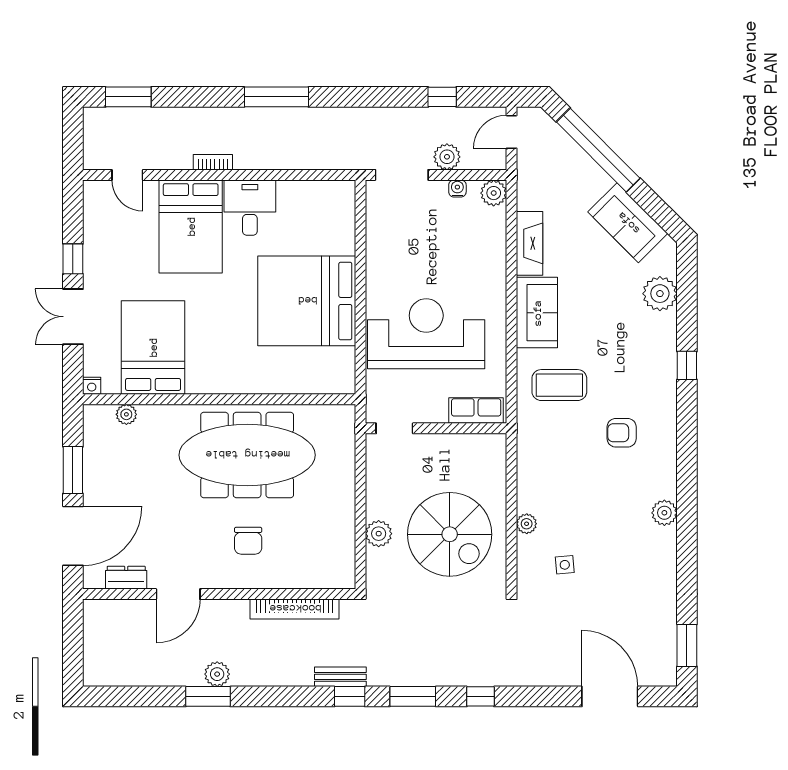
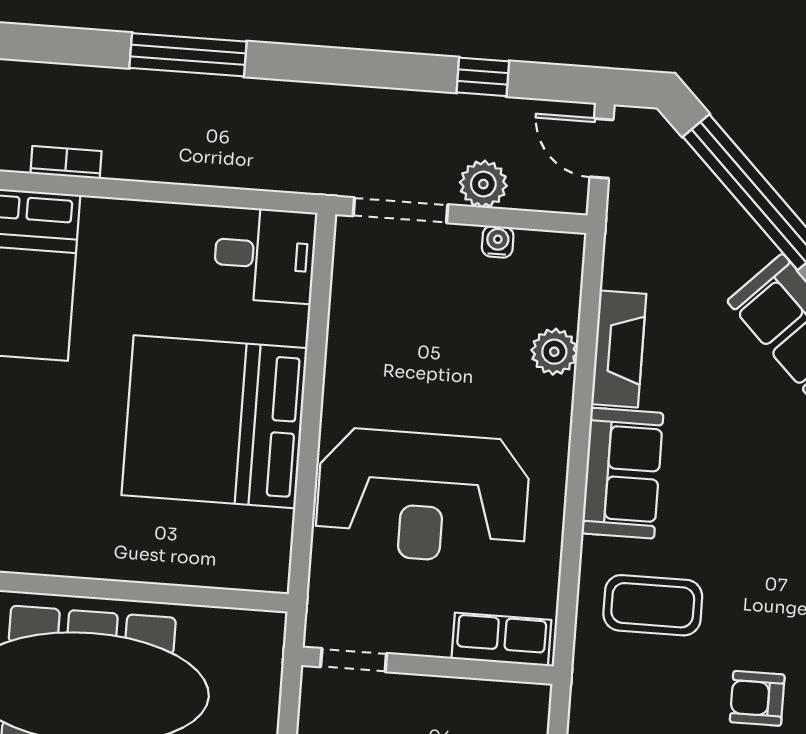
door: (512, 132) -> (602, 148), hinge flipped
plant: (494, 193) -> (554, 352), moved
desk: (250, 208) -> (265, 255), moved, turned 90
reception desk: (426, 334) -> (423, 496), turned 180

